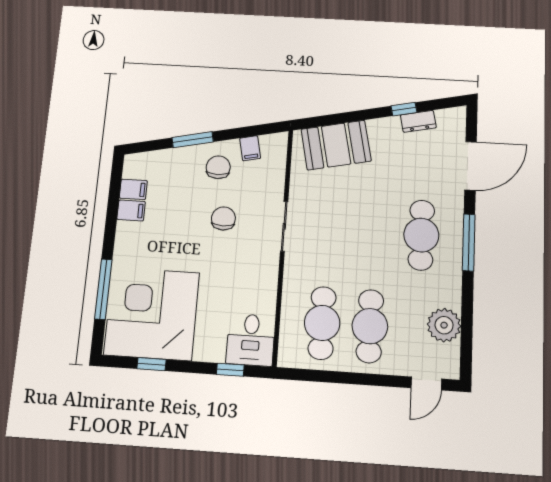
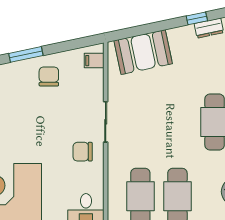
filing cabinet: (250, 148) -> (94, 61), moved, turned 102
chair: (223, 218) -> (83, 152), moved, turned -90

